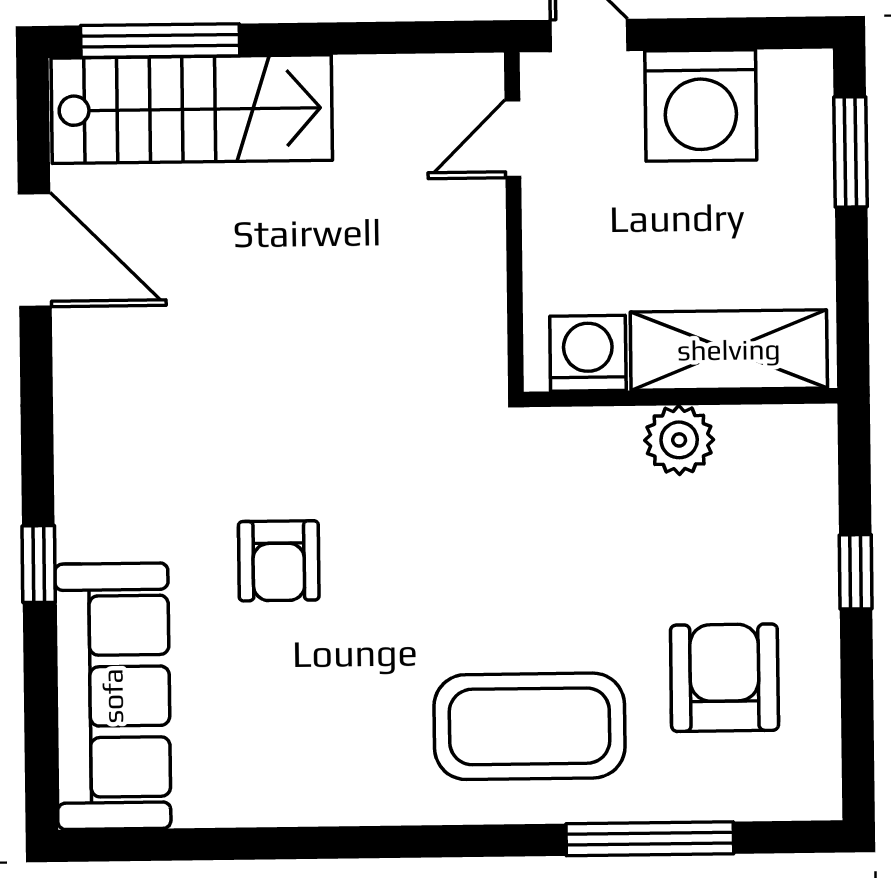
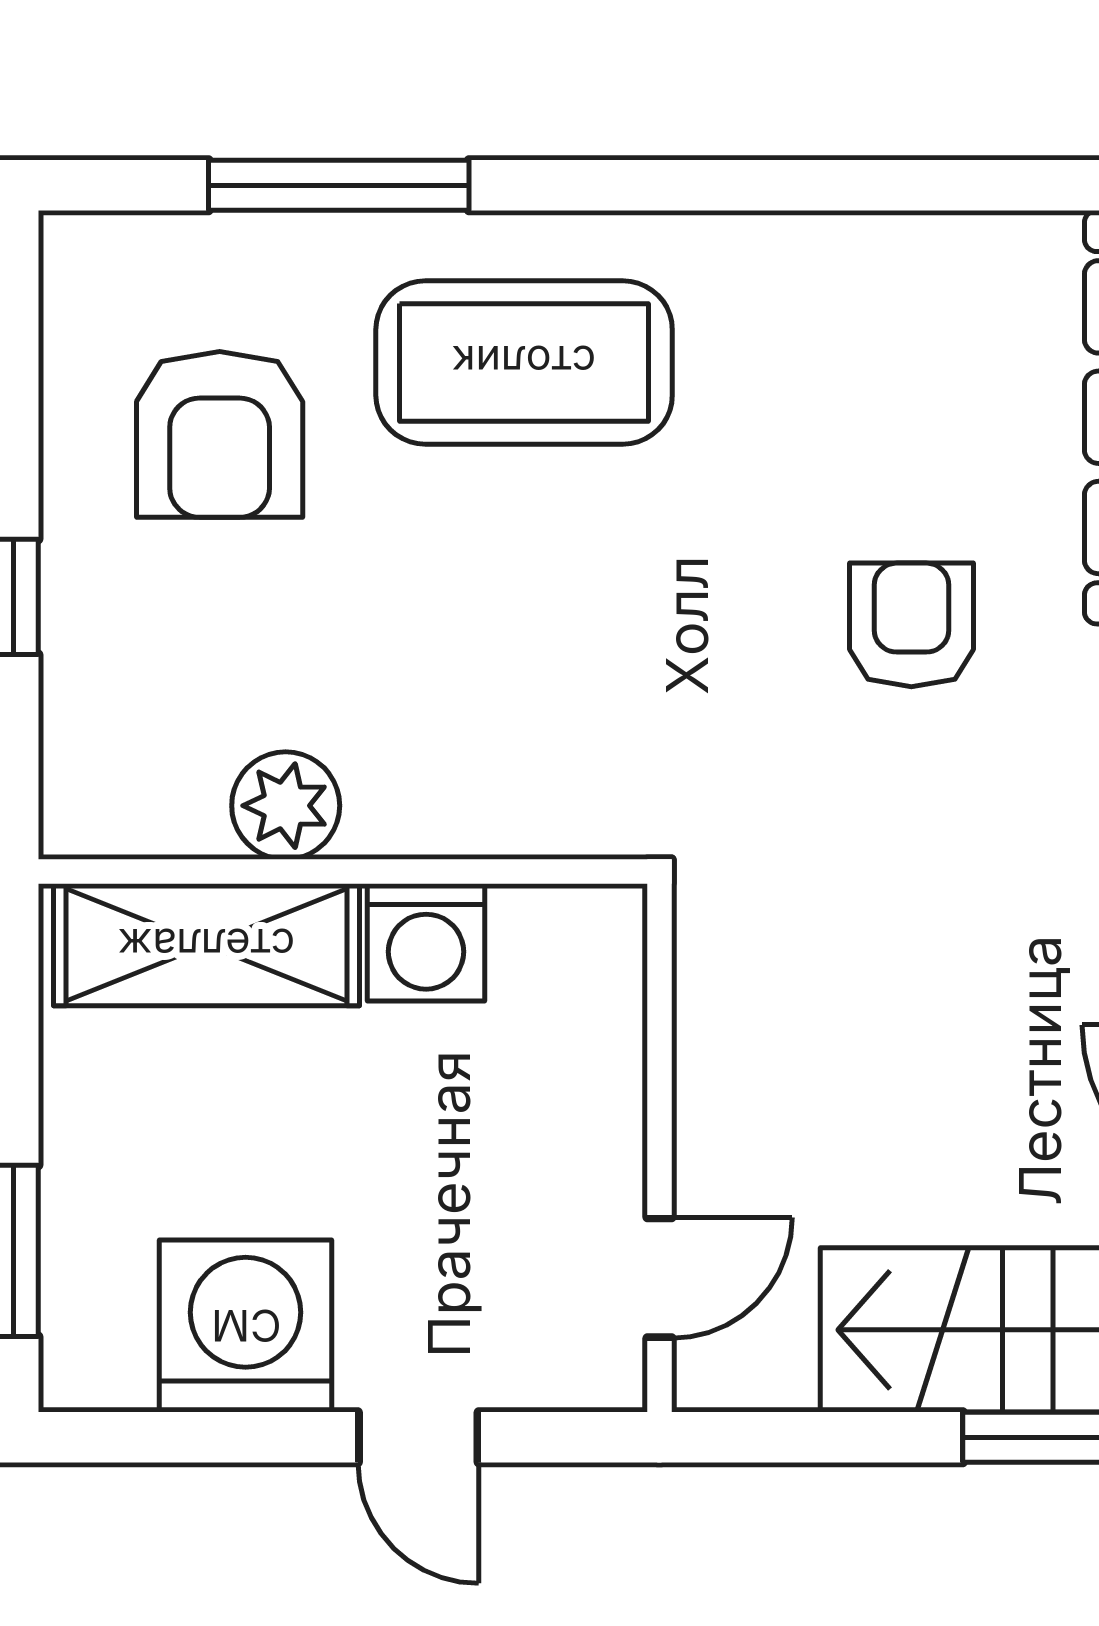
door: (513, 139) -> (659, 1278), moved
wall: (514, 222) -> (659, 1148), moved

